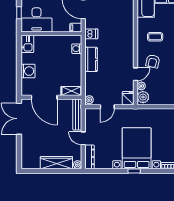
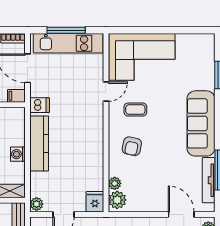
washing machine: (77, 49) -> (18, 154), moved
kitchen counter: (91, 59) -> (39, 143), width x1.50
door: (135, 74) -> (106, 92), moved

